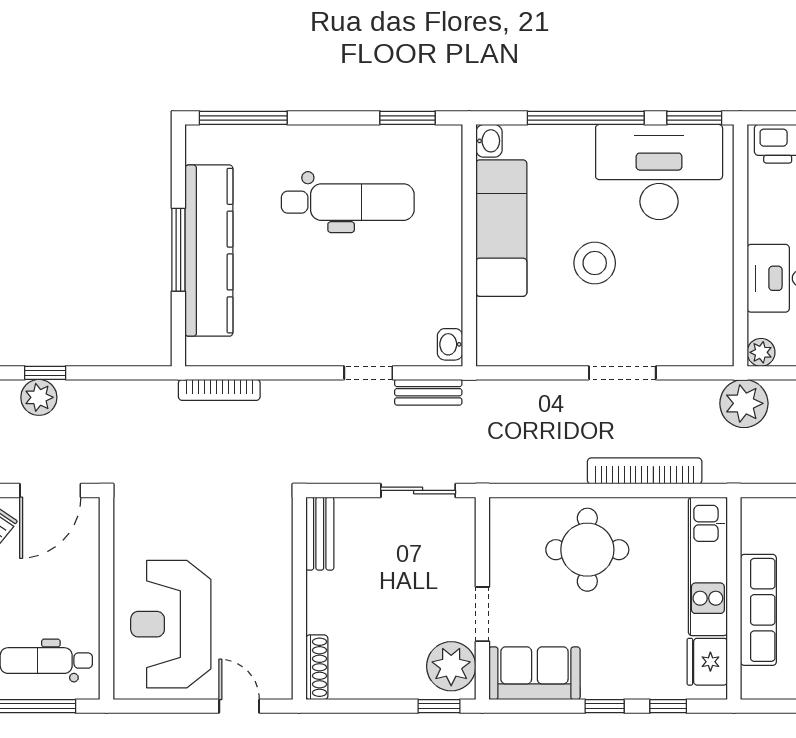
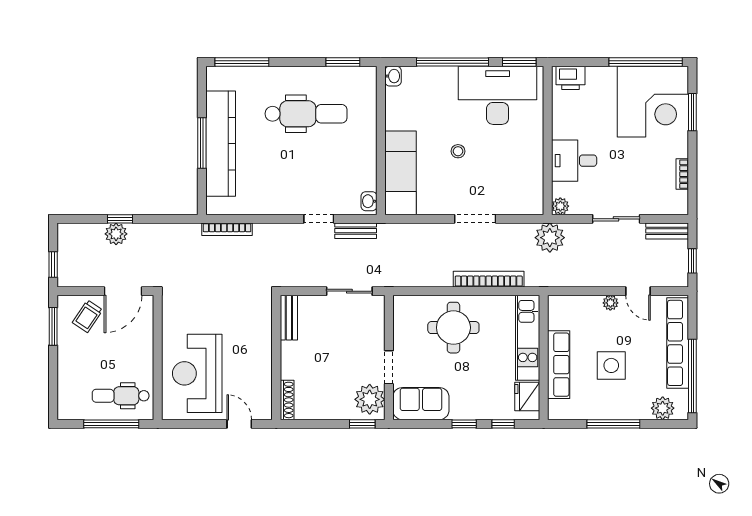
exam couch: (501, 228) -> (401, 173), moved
stool: (595, 263) -> (458, 151), width x0.53, depth x0.53

